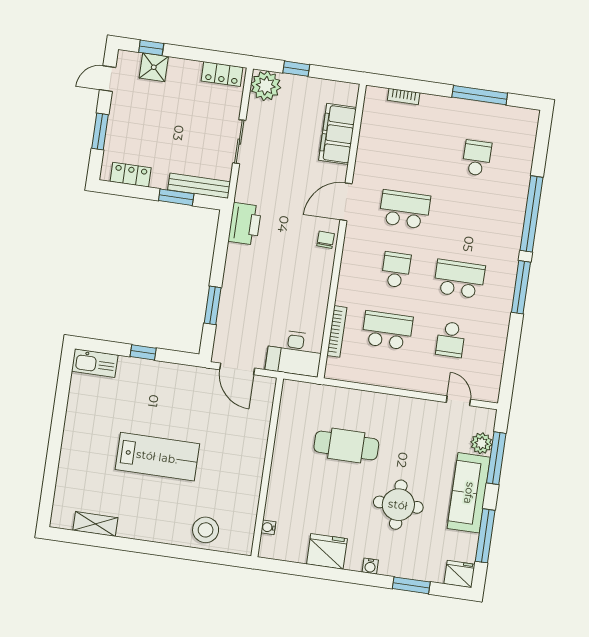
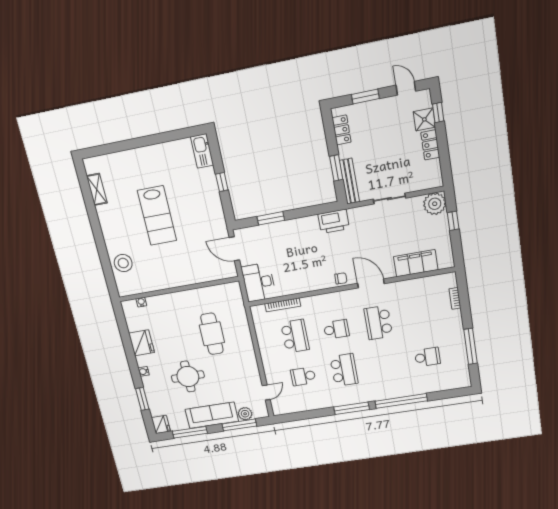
locker: (222, 74) -> (430, 145), moved
school desk: (405, 209) -> (378, 323), turned 180
door: (237, 369) -> (234, 249), hinge flipped

